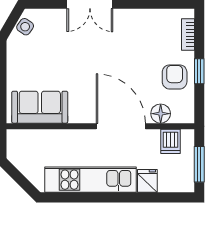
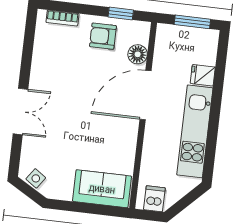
window: (199, 71) -> (121, 13), moved
sofa: (40, 107) -> (102, 189), moved, turned 90
dishwasher: (170, 141) -> (154, 199), moved, turned -90

